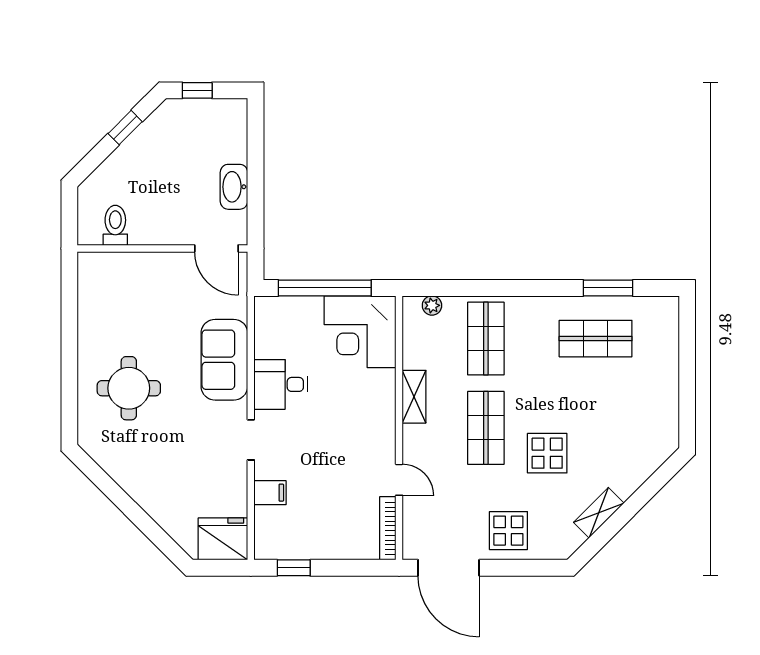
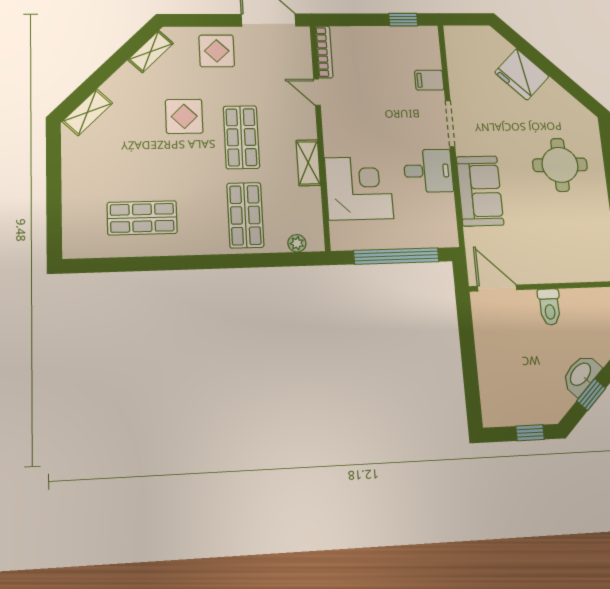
washbasin: (234, 187) -> (581, 375), moved, turned -135
toilet: (115, 225) -> (550, 307), moved
window: (608, 288) -> (131, 264), removed
corner desk: (360, 332) -> (359, 188), moved
doorway: (251, 440) -> (450, 124), width x1.38
shelving: (651, 460) -> (87, 112), added
shelving: (599, 513) -> (151, 52), moved
fridge: (223, 539) -> (522, 74), moved, turned 45

